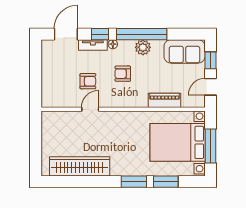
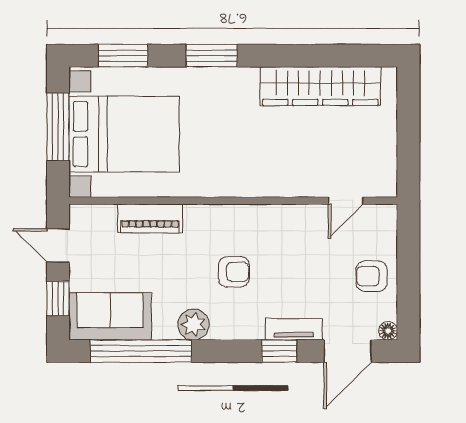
window: (142, 34) -> (141, 351), moved
floor lamp: (113, 44) -> (388, 331), moved
armchair: (88, 81) -> (372, 276), moved
door: (210, 87) -> (58, 246), swing flipped
door: (90, 109) -> (346, 201), moved
window: (166, 182) -> (123, 56), moved

